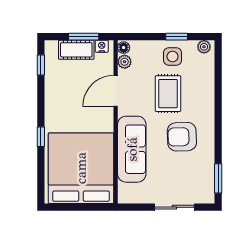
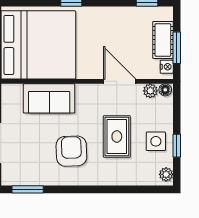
rug: (168, 94) -> (117, 137), turned 90
sofa: (132, 149) -> (49, 98), width x0.73

